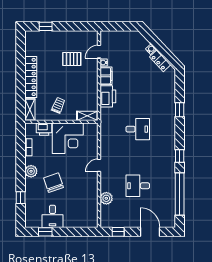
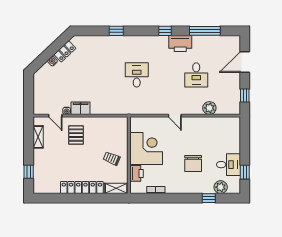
pallet: (72, 59) -> (76, 135), moved
printer: (108, 96) -> (180, 44), moved, turned 180
shelving: (87, 116) -> (38, 137), moved
plant: (31, 171) -> (221, 187), moved
chair: (54, 183) -> (193, 163), turned -71
window: (180, 194) -> (205, 31), width x0.68

